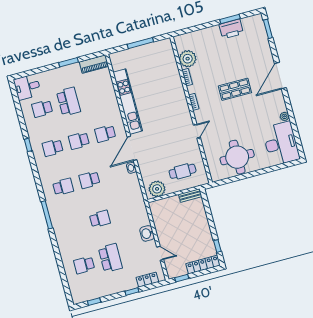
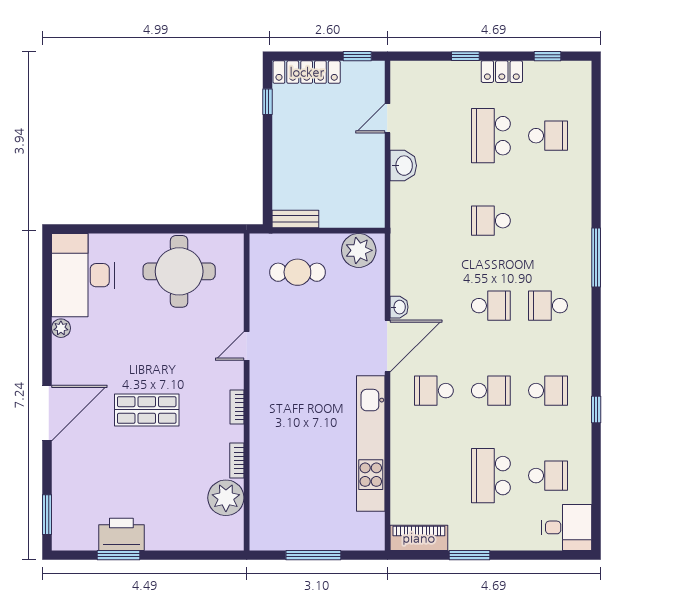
school desk: (105, 134) -> (434, 391), turned 180
door: (160, 253) -> (387, 118), hinge flipped
locker: (147, 280) -> (502, 72), moved

